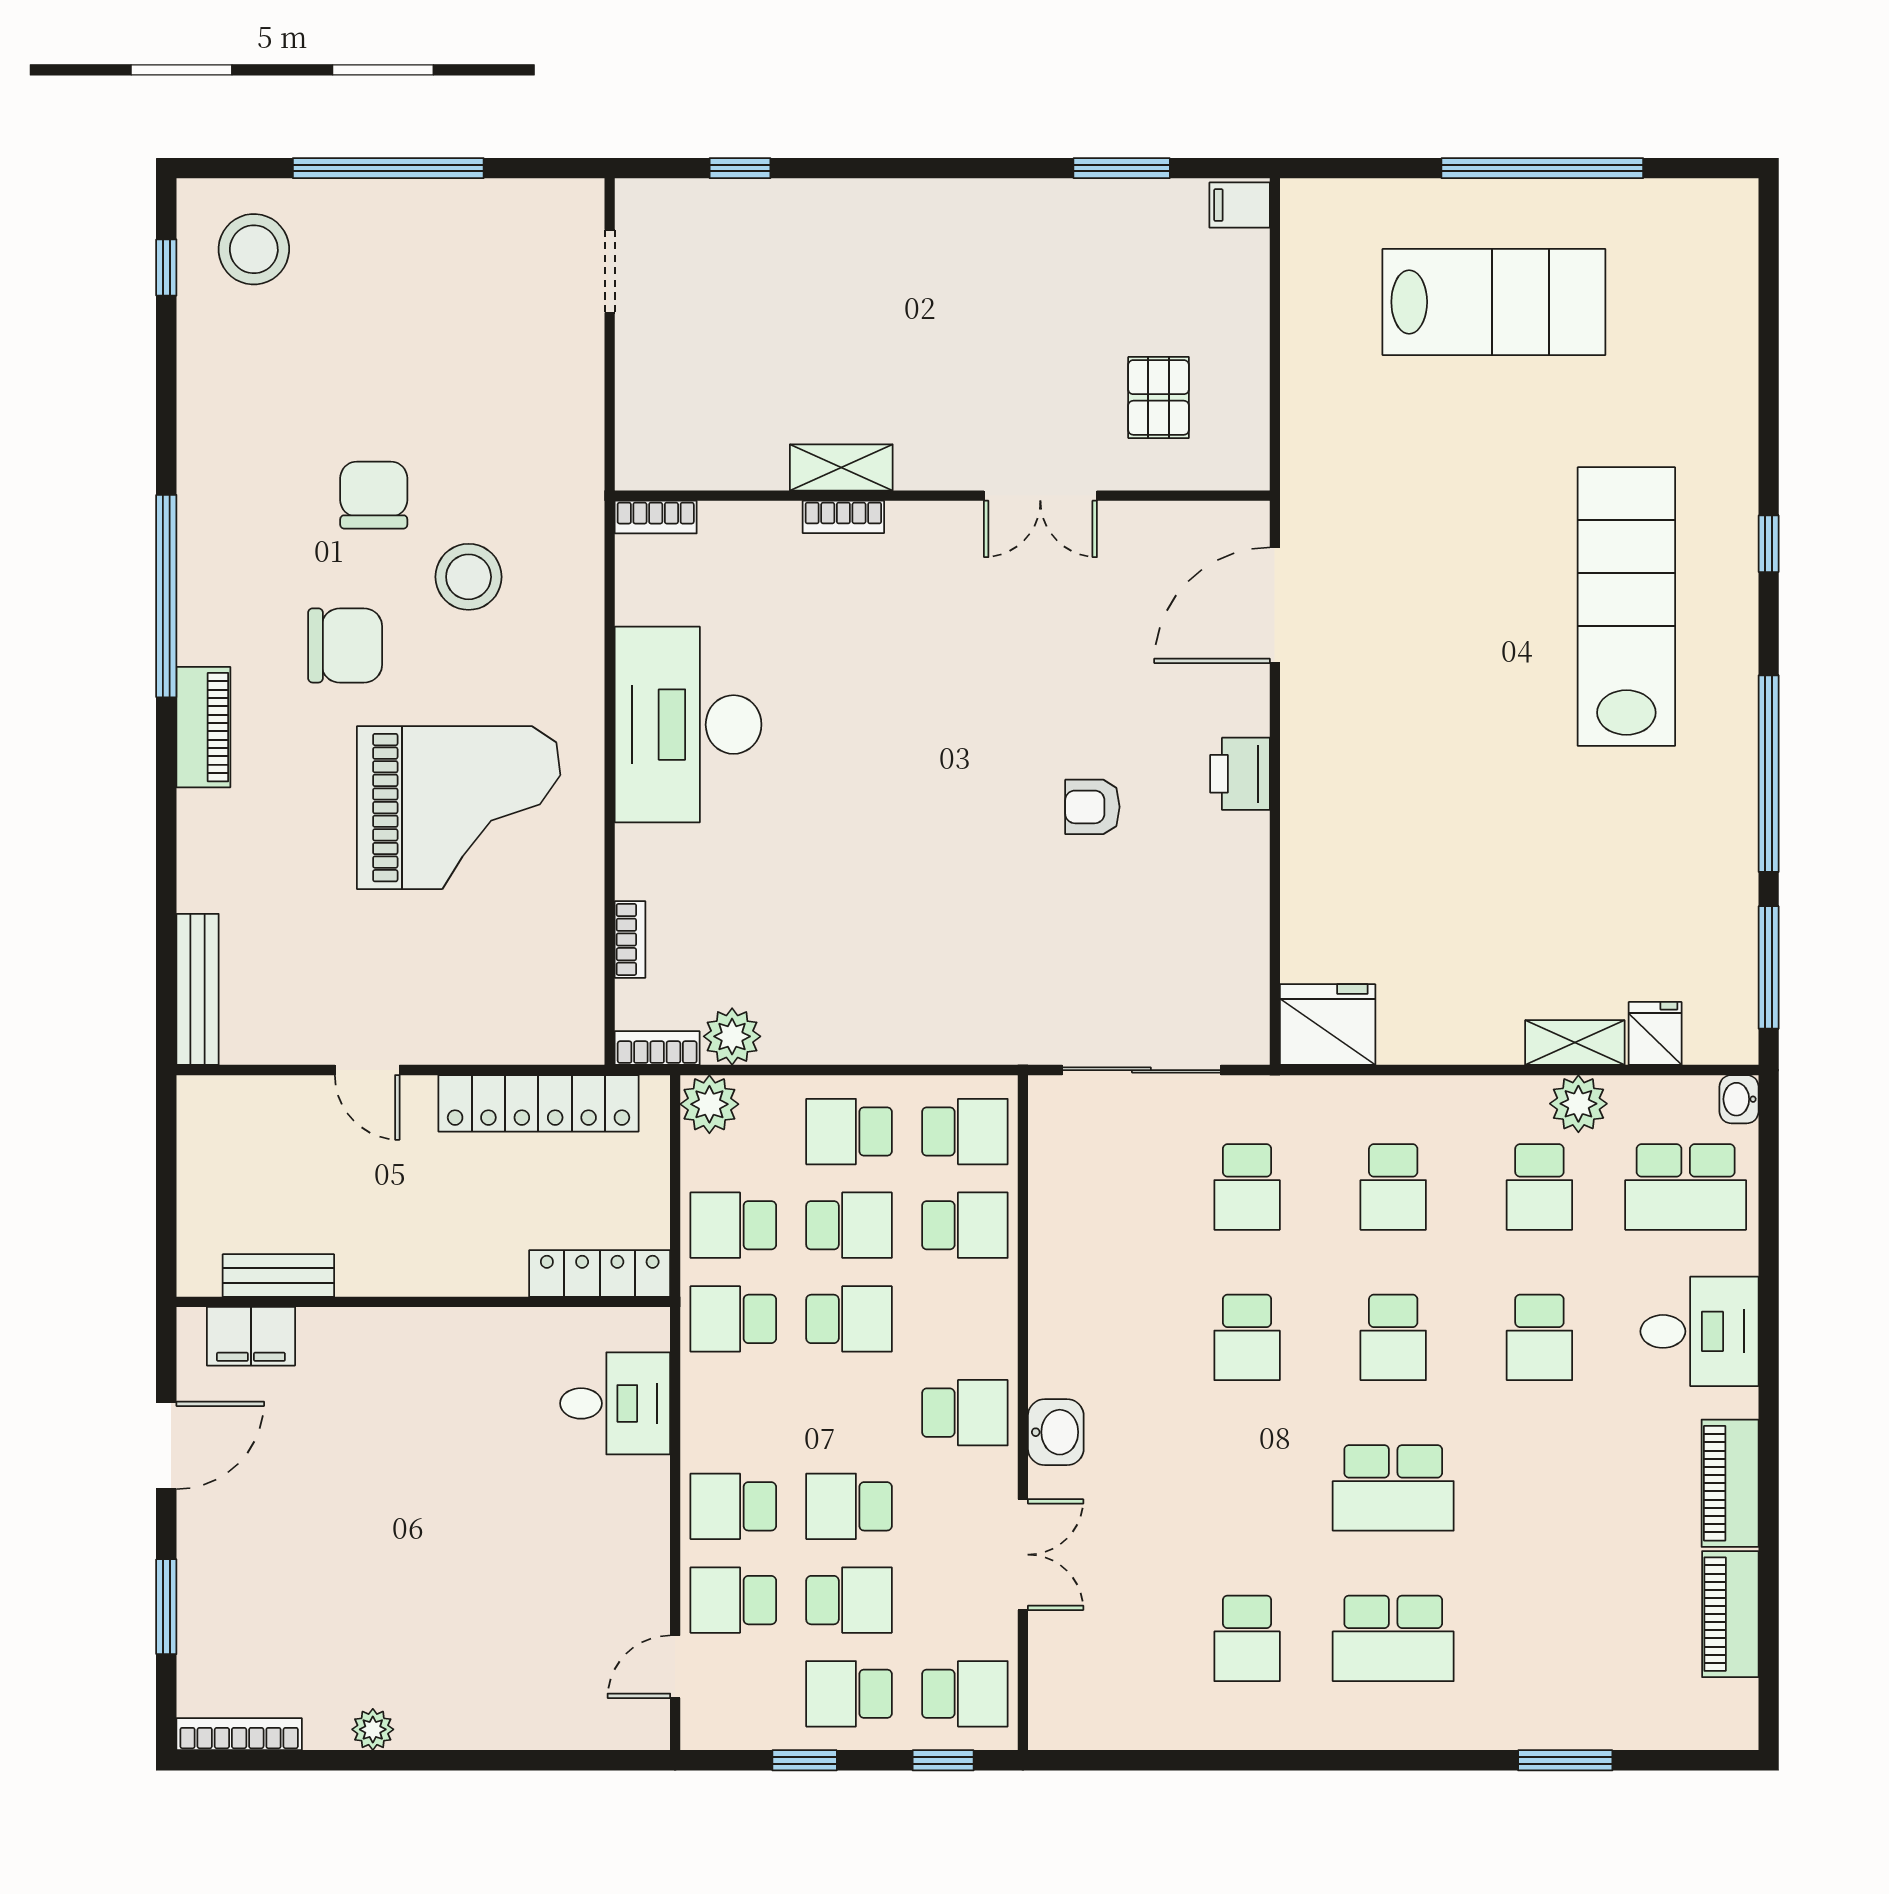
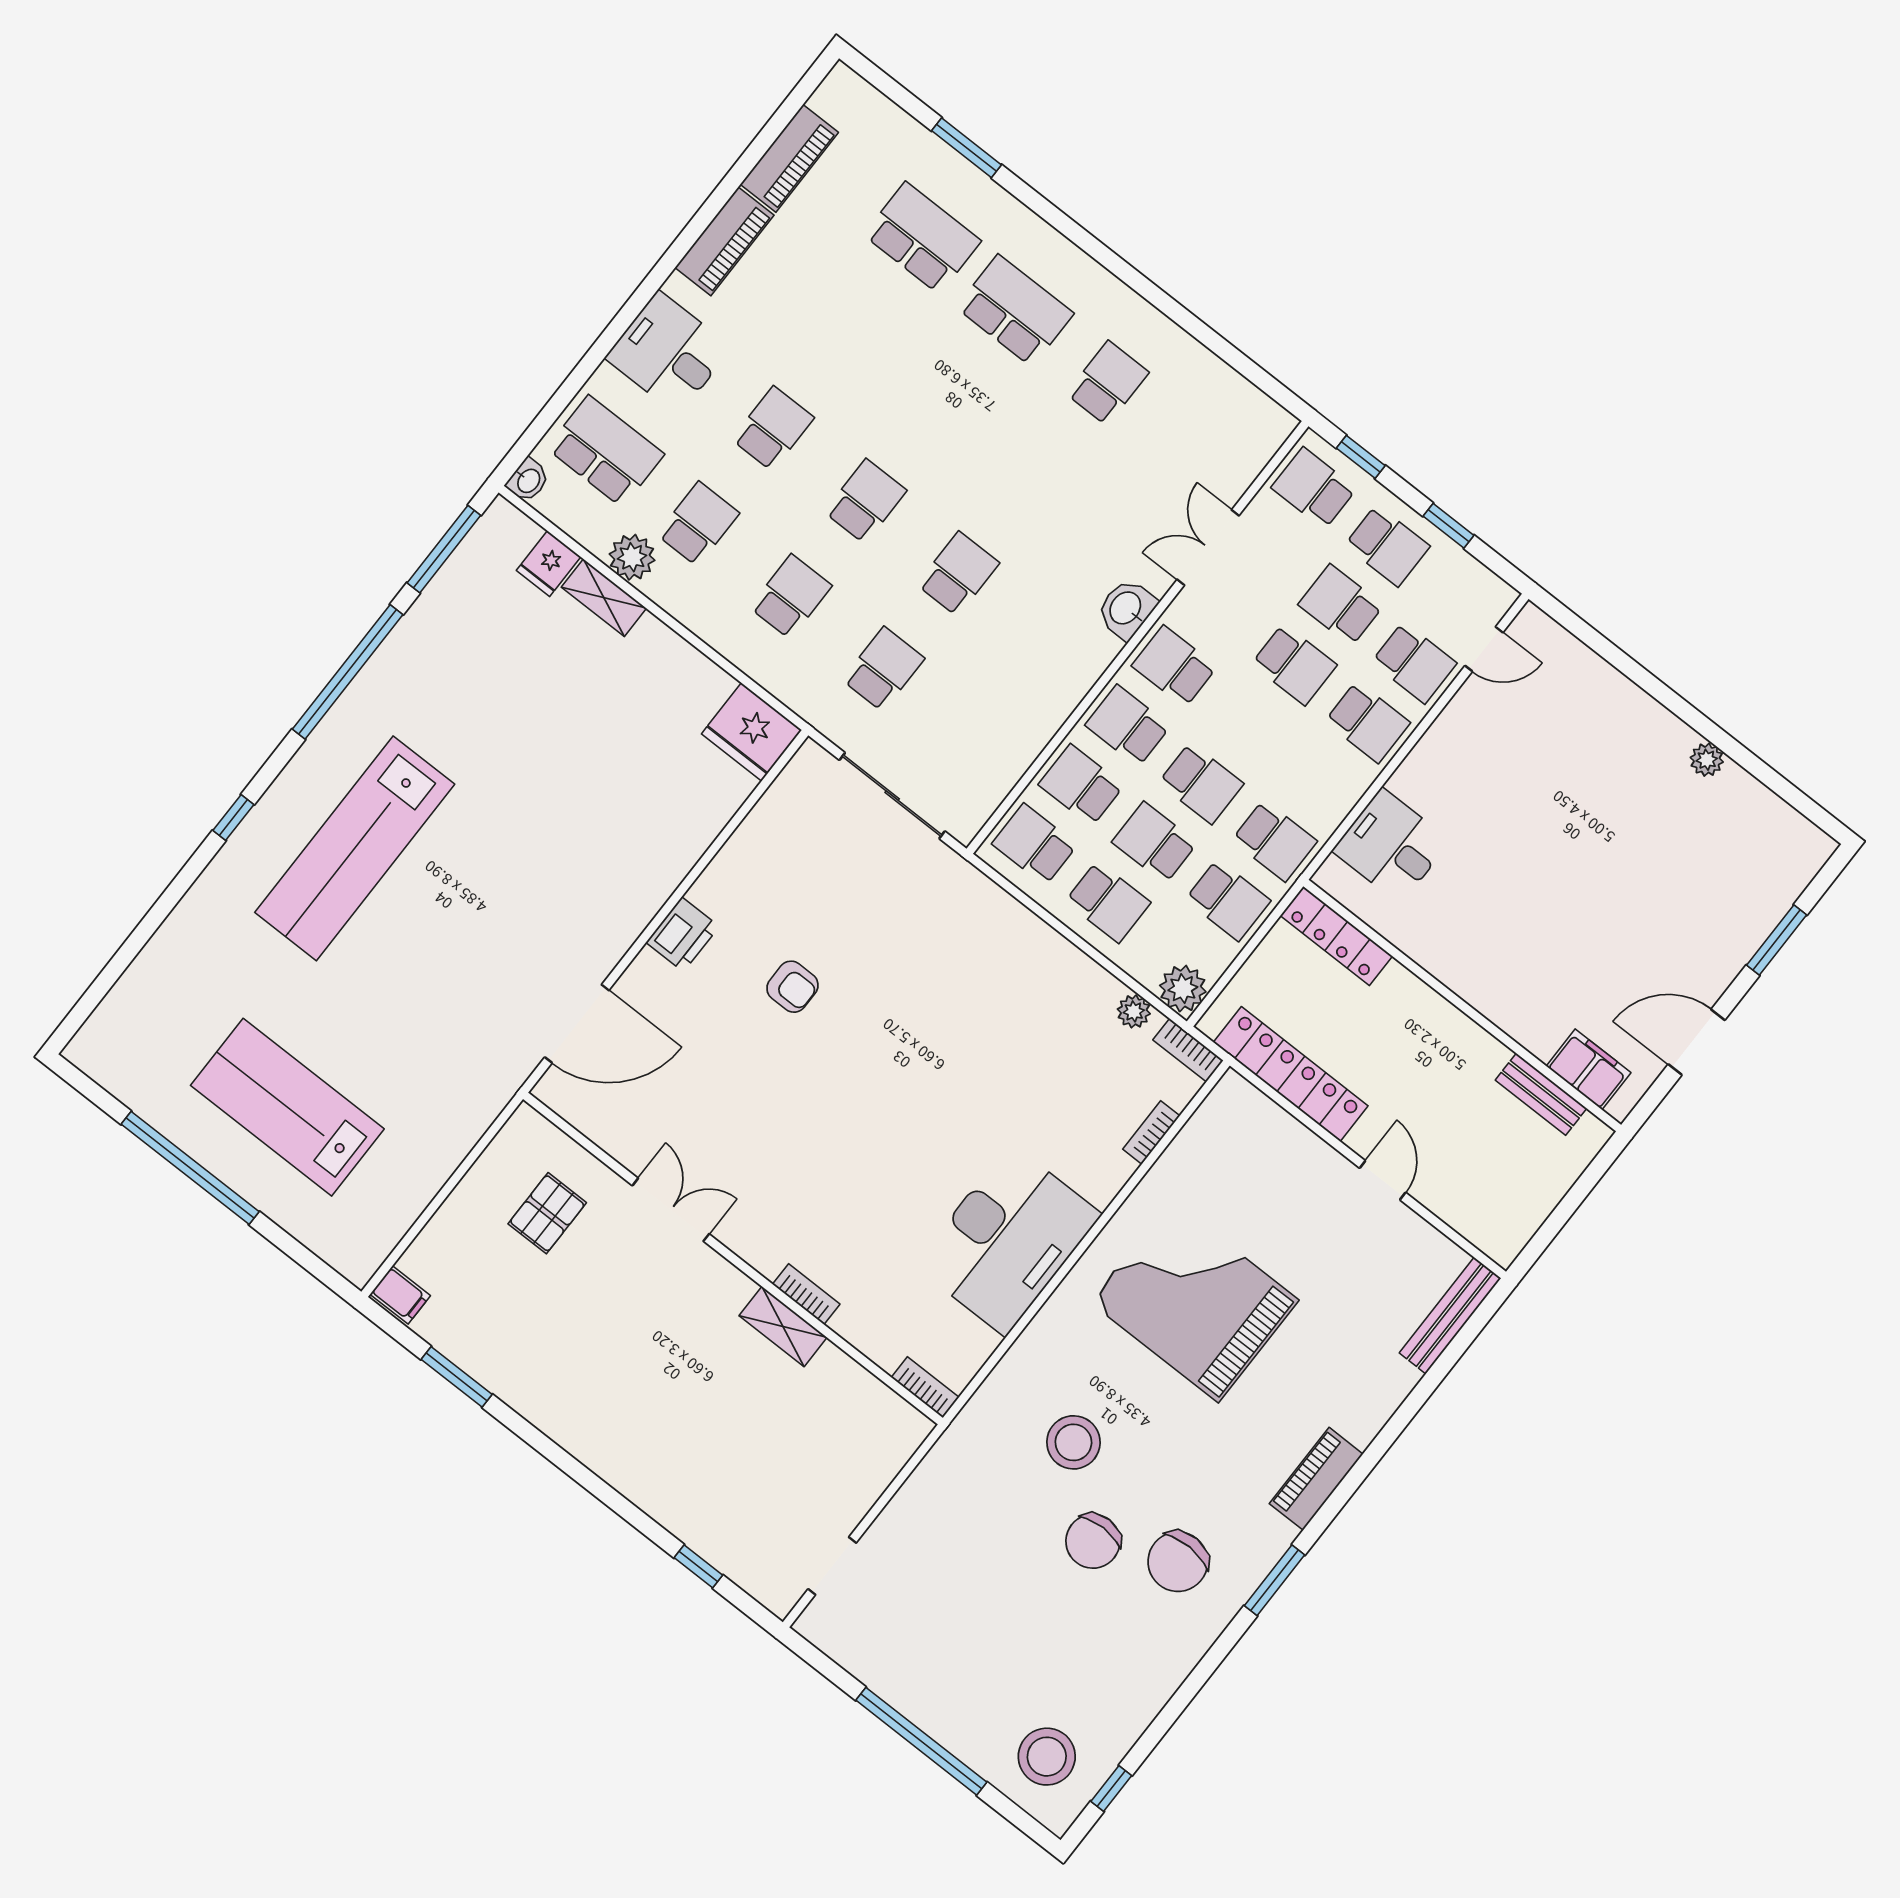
window: (166, 596) -> (1275, 1580), width x0.47
chair: (345, 645) -> (1178, 1562), moved, turned -88
plant: (732, 1036) -> (1134, 1011), width x0.73, depth x0.73
school desk: (849, 1319) -> (1201, 783), turned 180
school desk: (965, 1319) -> (1128, 726), added
school desk: (1393, 1488) -> (922, 238), moved
bookcase: (239, 1734) -> (1794, 823), removed

